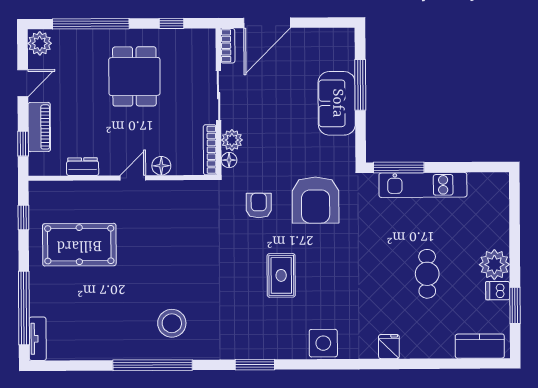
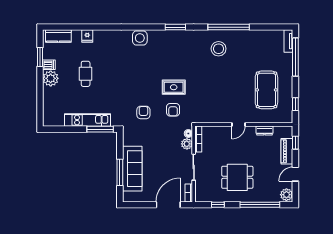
dining table: (134, 76) -> (237, 177), turned 90
sofa: (337, 103) -> (132, 169), width x1.36
floor lamp: (161, 166) -> (224, 131), removed
armchair: (316, 200) -> (143, 112), width x0.53, depth x0.53
pool table: (79, 245) -> (266, 90), turned 90
rug: (281, 275) -> (174, 87), moved, turned 90
fridge: (389, 347) -> (87, 36), moved

